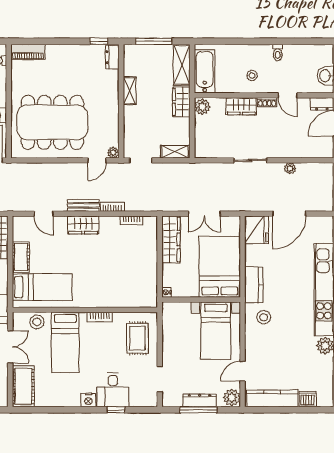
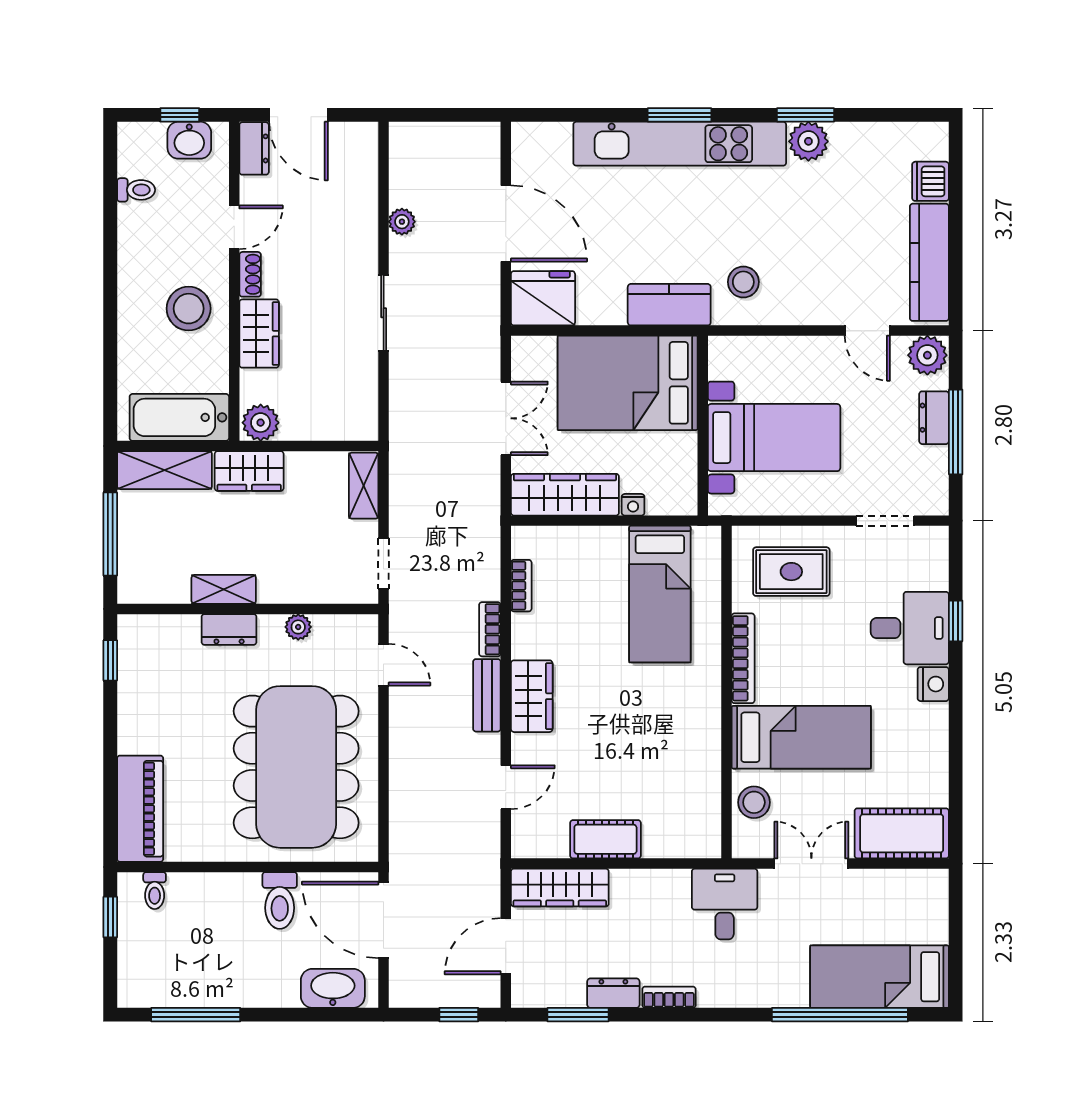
piano: (28, 52) -> (140, 809), width x1.37, depth x1.33
toilet: (278, 53) -> (136, 190), moved
dresser: (112, 57) -> (229, 629), moved
stool: (252, 75) -> (189, 309), width x1.89, depth x1.89
plant: (113, 153) -> (298, 627), moved
bed: (42, 287) -> (660, 594), moved, turned 180
nightstand: (167, 292) -> (633, 505), moved
bookcase: (100, 317) -> (743, 658), width x1.56
bed with nightstands: (216, 331) -> (774, 438), moved
dresser: (199, 400) -> (934, 418), width x0.70

